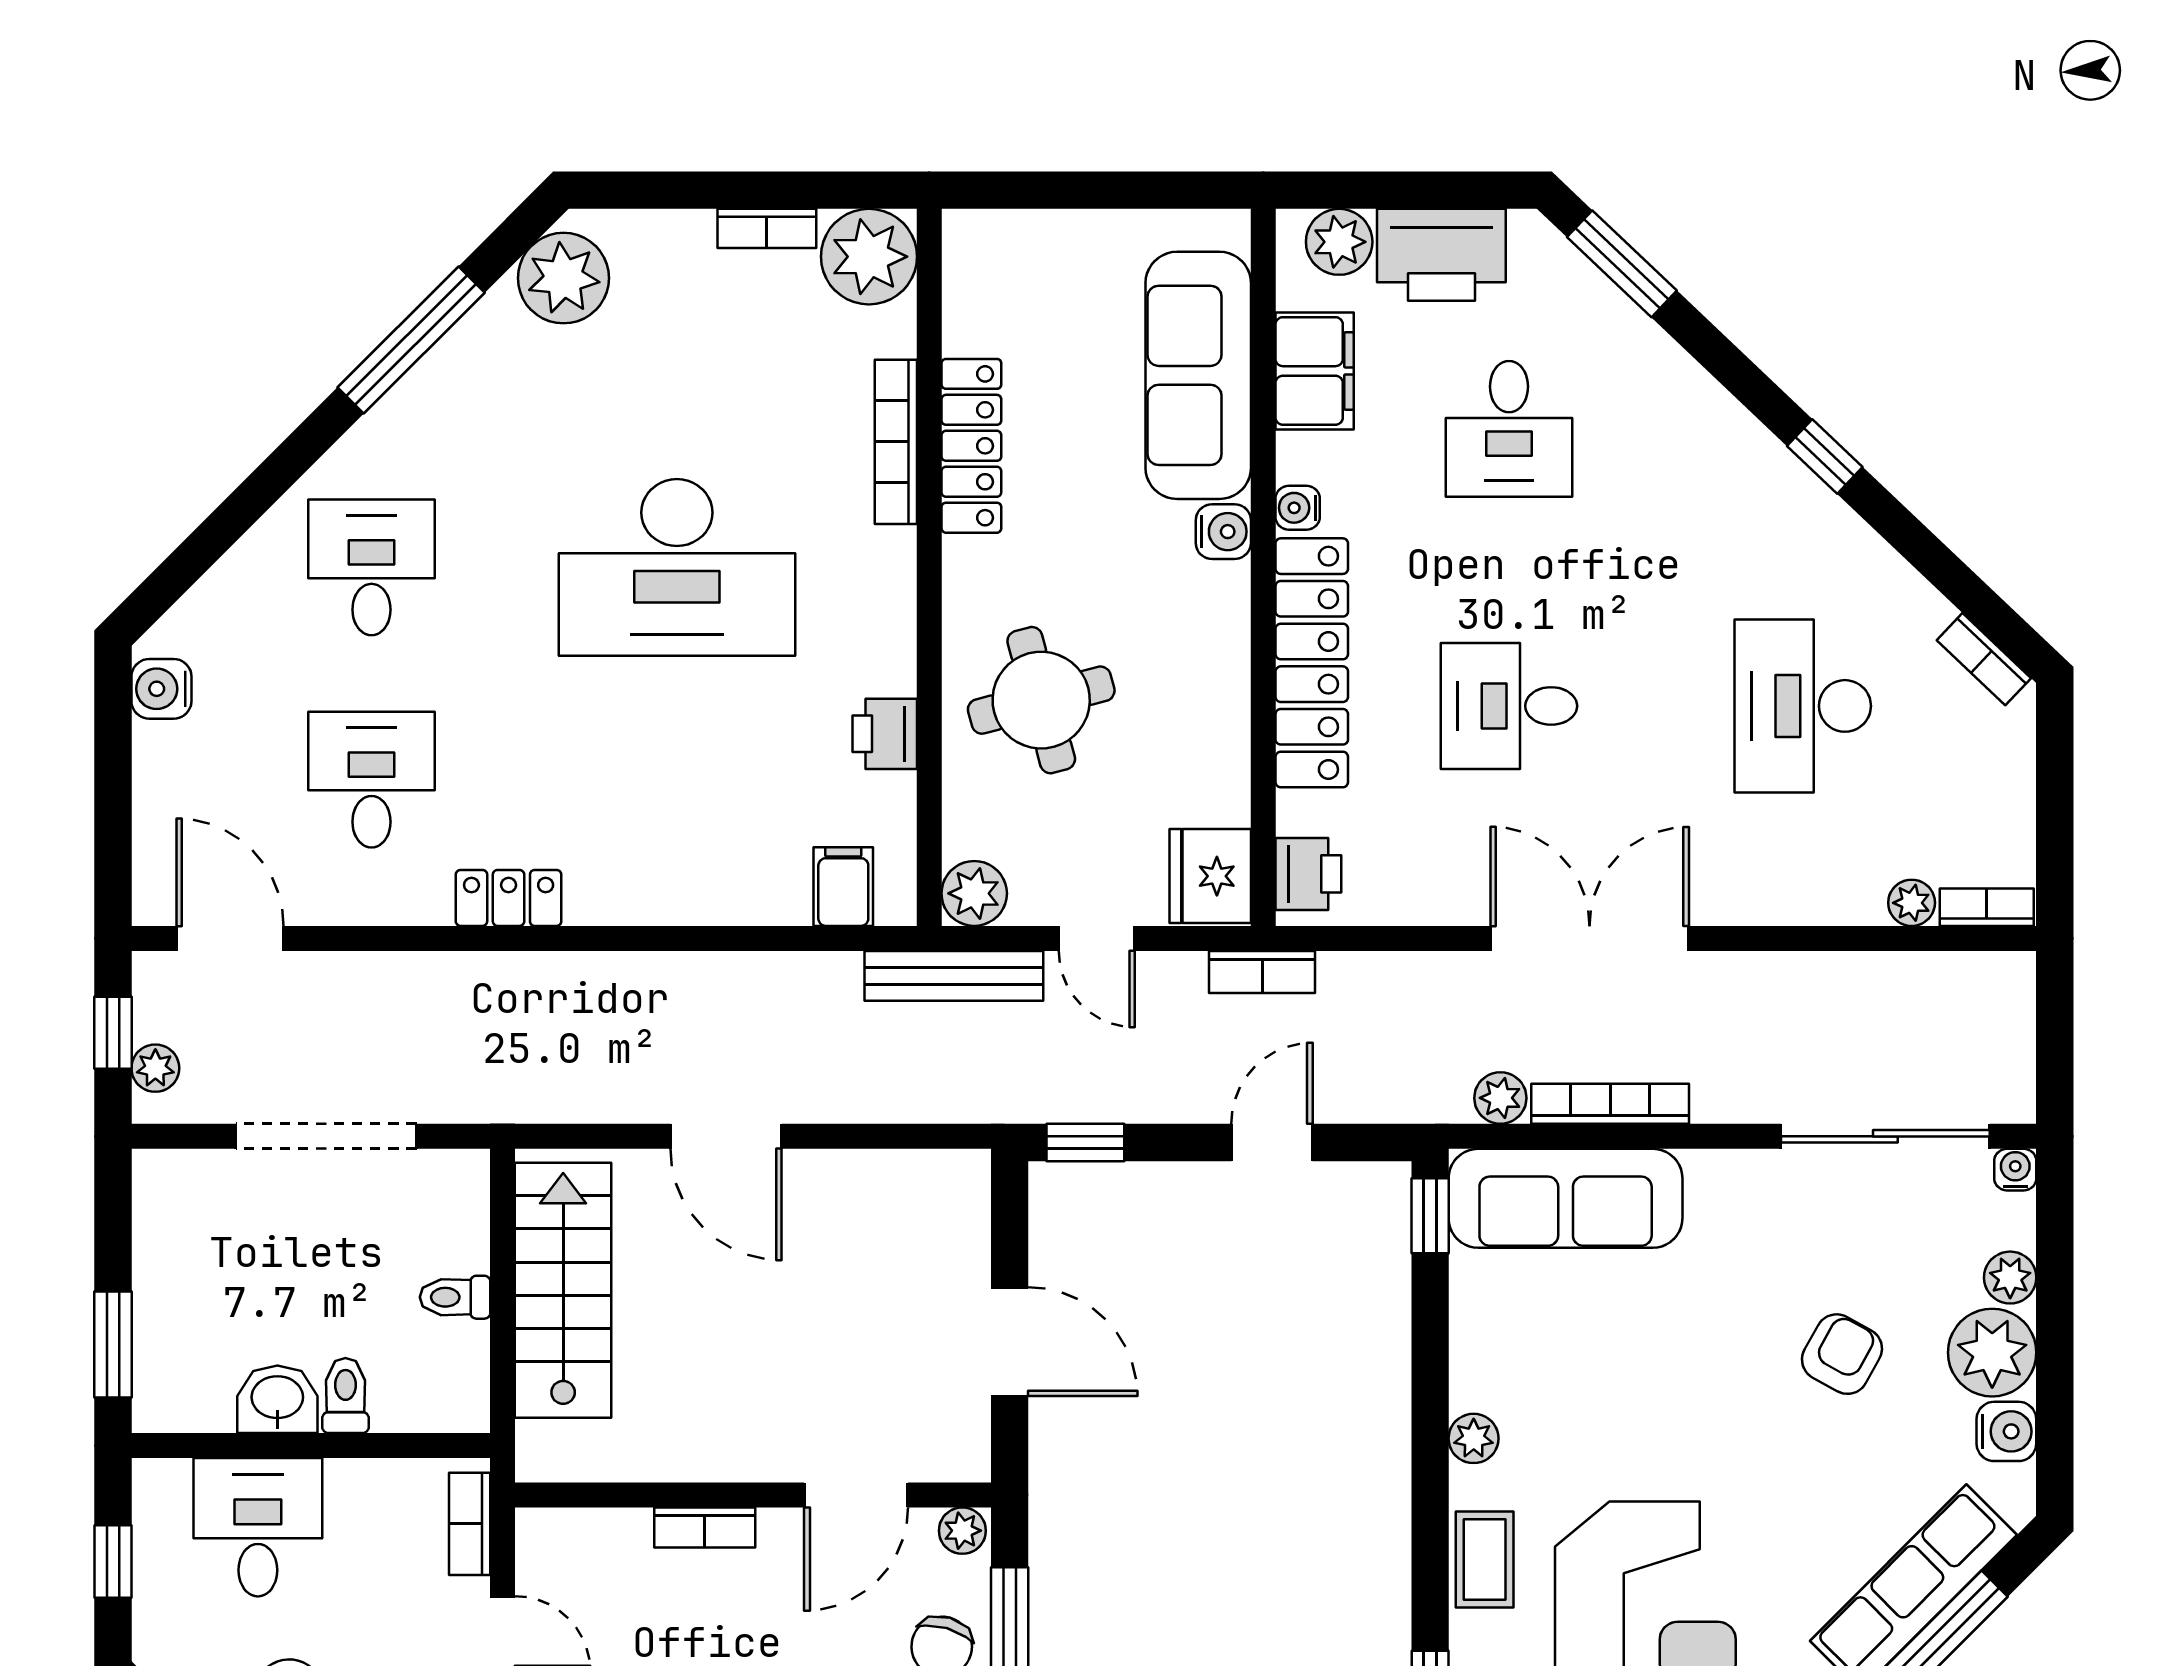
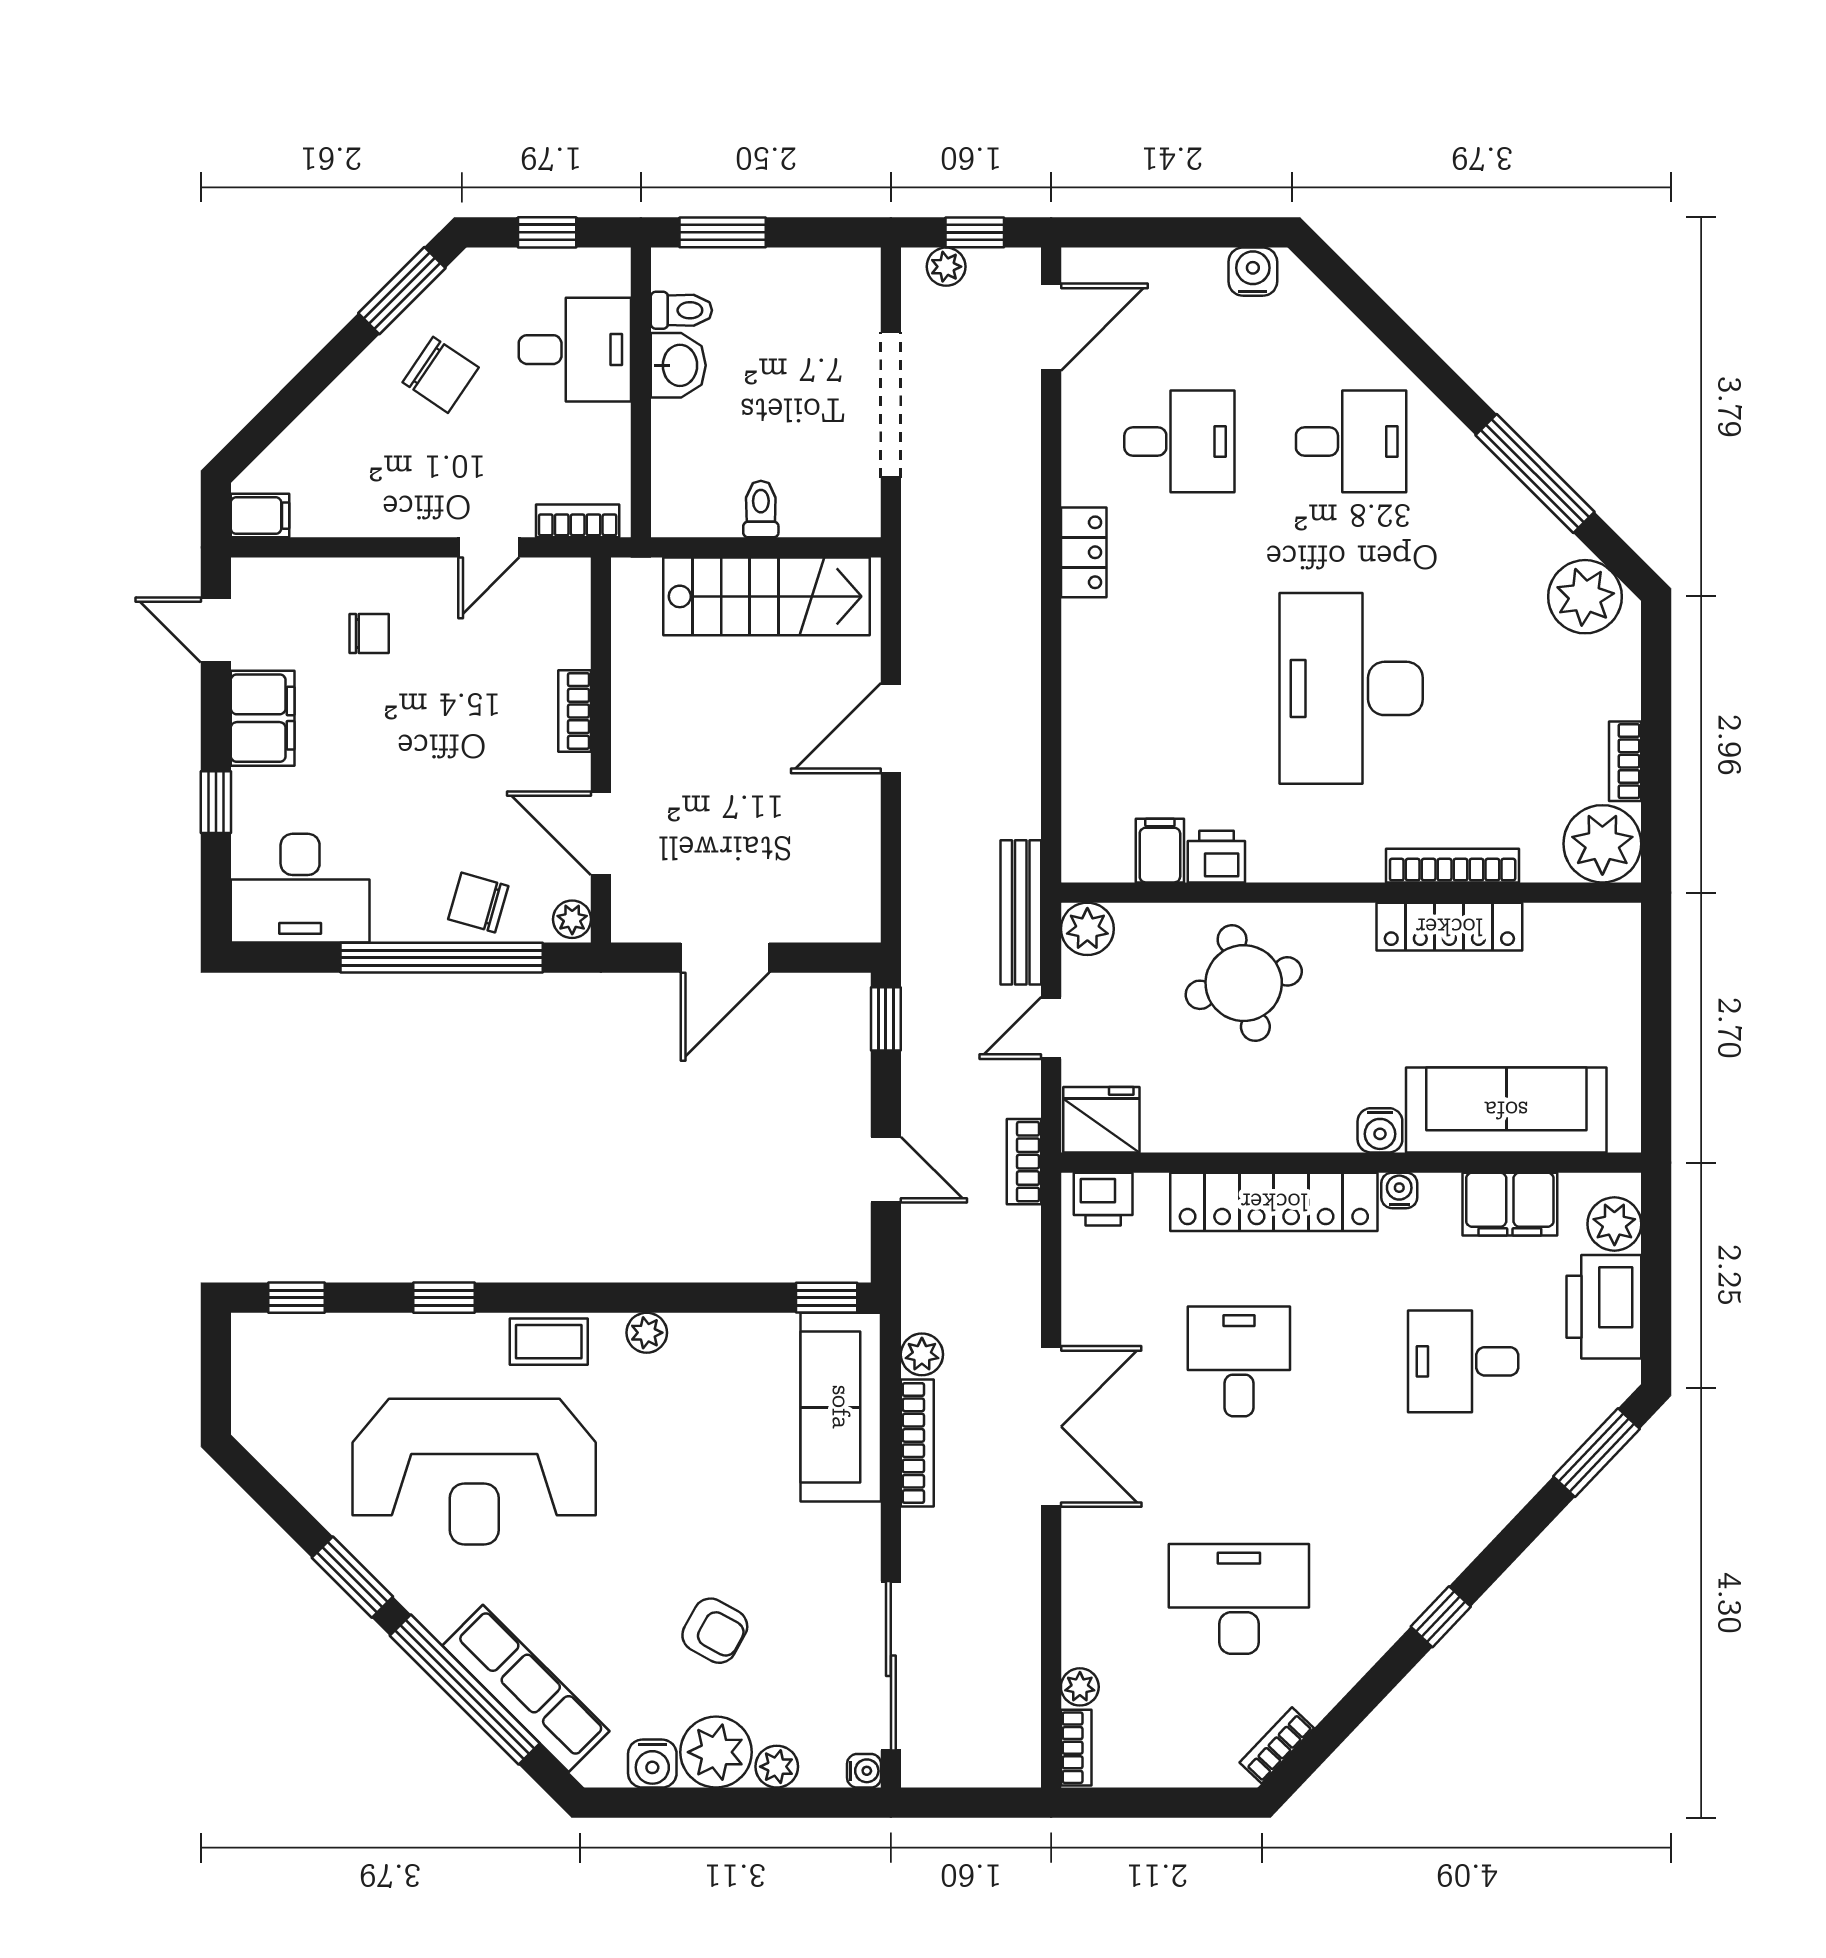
filing cabinet: (843, 887) -> (1160, 851), moved, turned -90
toilet: (345, 1395) -> (681, 310), moved

